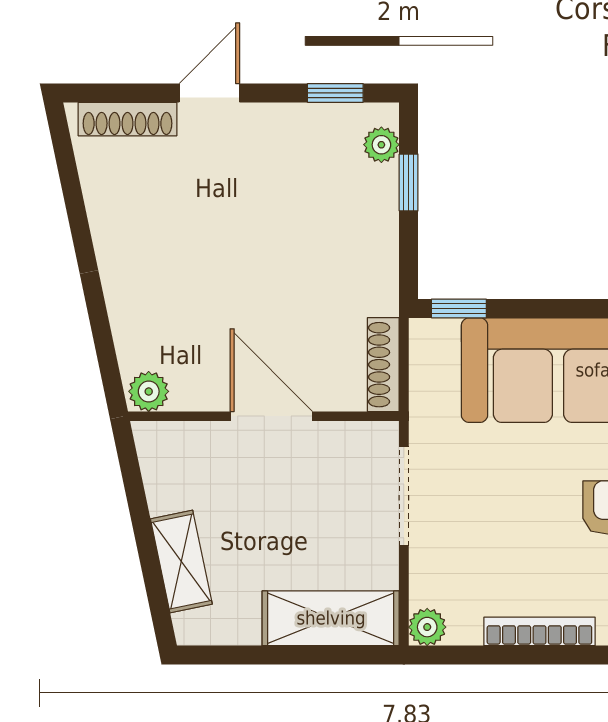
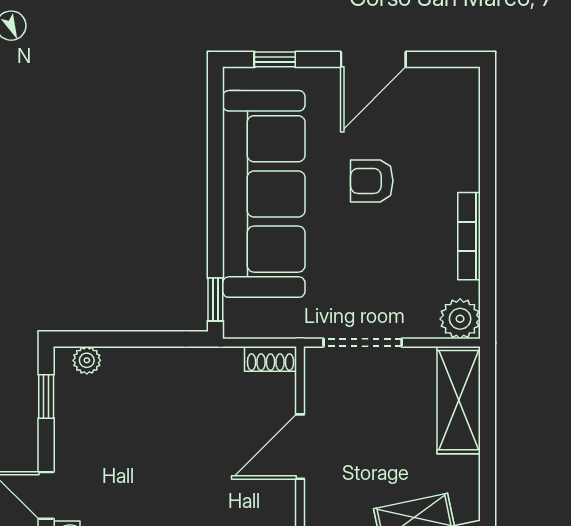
window: (409, 183) -> (116, 339), removed
shoe rack: (383, 365) -> (271, 359), width x0.70
plant: (427, 627) -> (460, 319), width x1.38, depth x1.38

